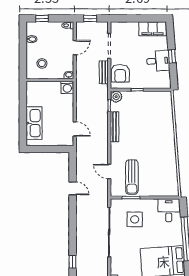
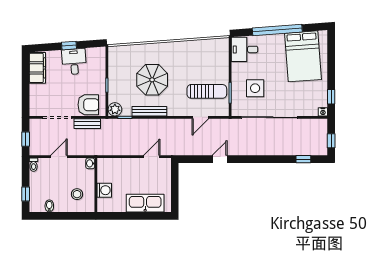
door: (75, 48) -> (59, 157), hinge flipped
washing machine: (67, 87) -> (104, 190), moved
parasol: (142, 129) -> (152, 80), added

